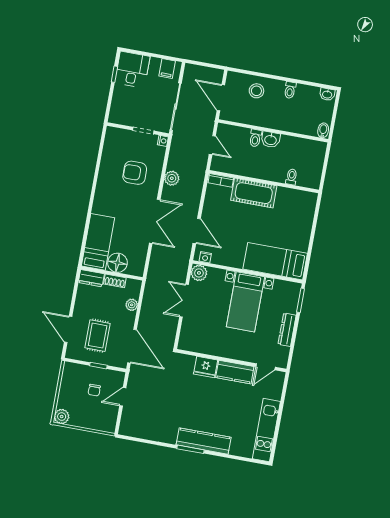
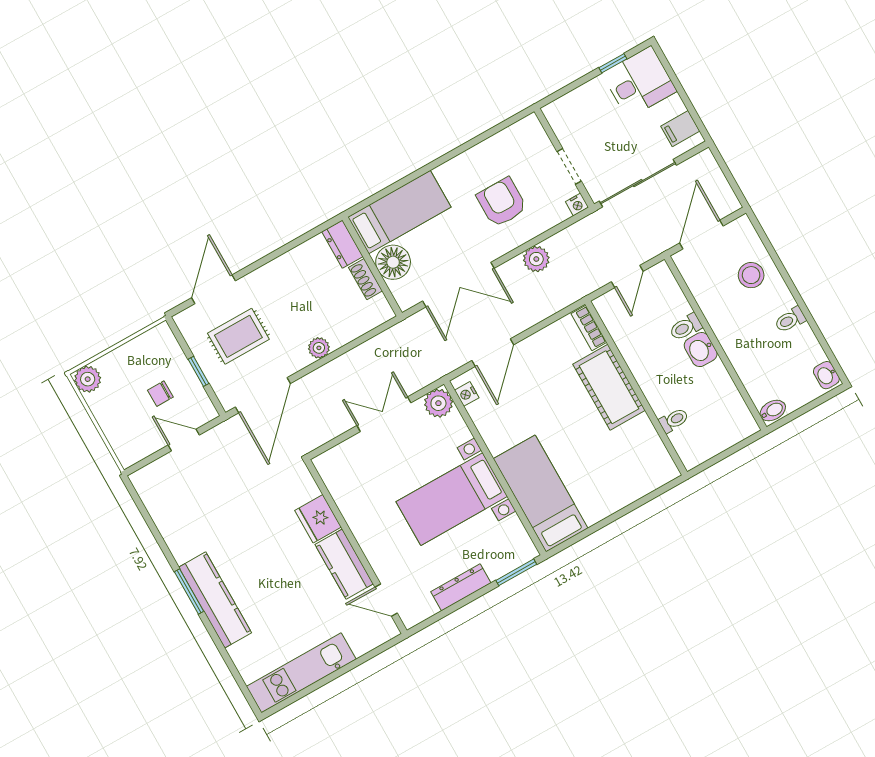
bed: (98, 242) -> (399, 212), moved
floor lamp: (117, 263) -> (393, 262), moved
wall: (112, 273) -> (372, 266), moved
dresser: (91, 278) -> (342, 244), moved
shoe rack: (115, 281) -> (365, 279), moved

